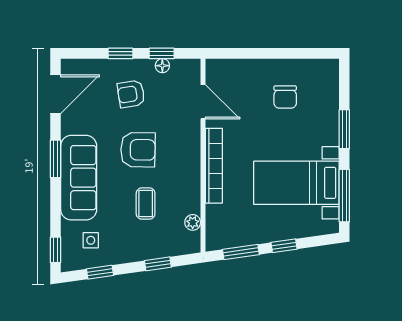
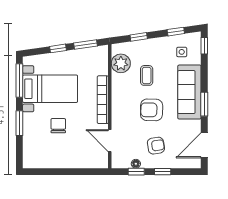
chair: (285, 97) -> (58, 126), moved
plant: (193, 222) -> (121, 63), width x1.87, depth x1.87

